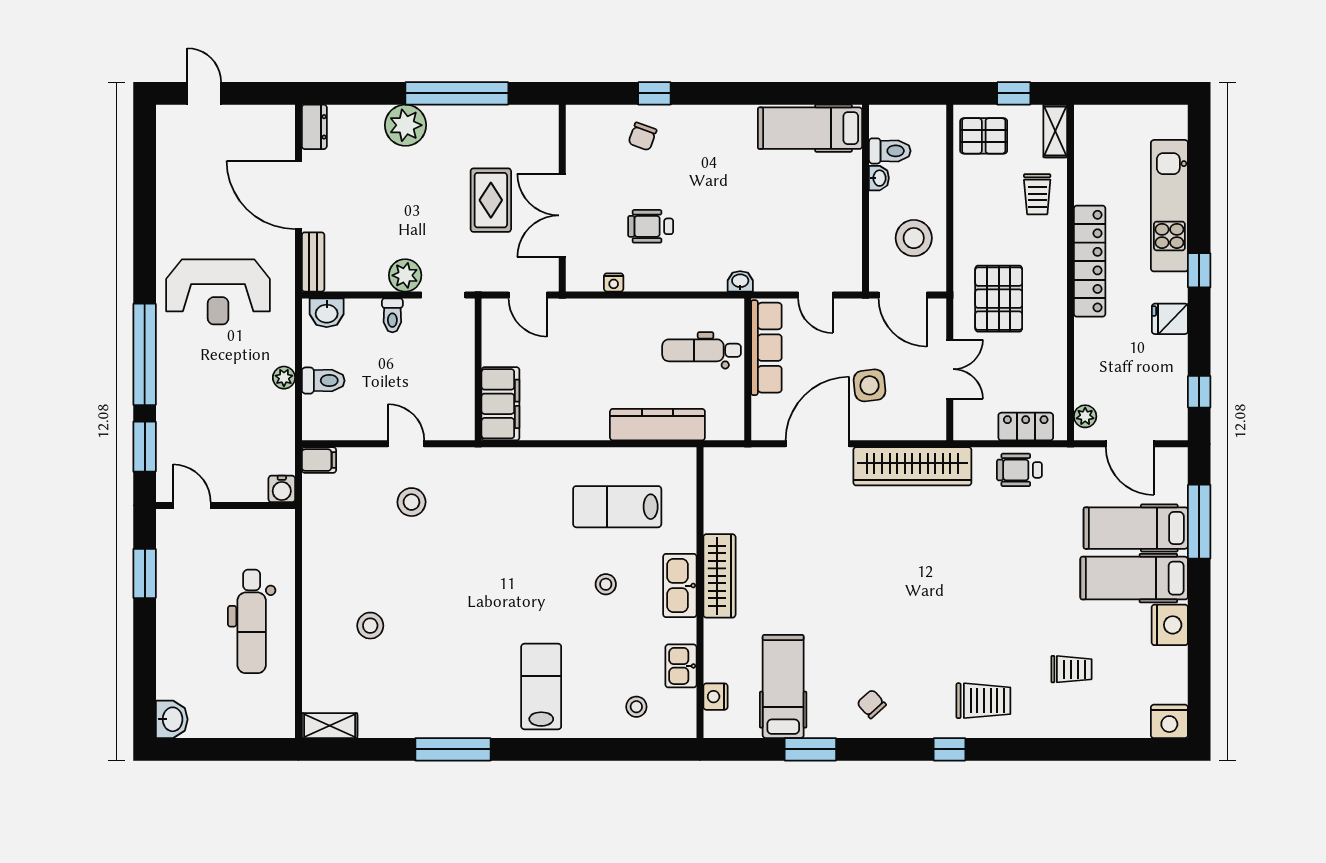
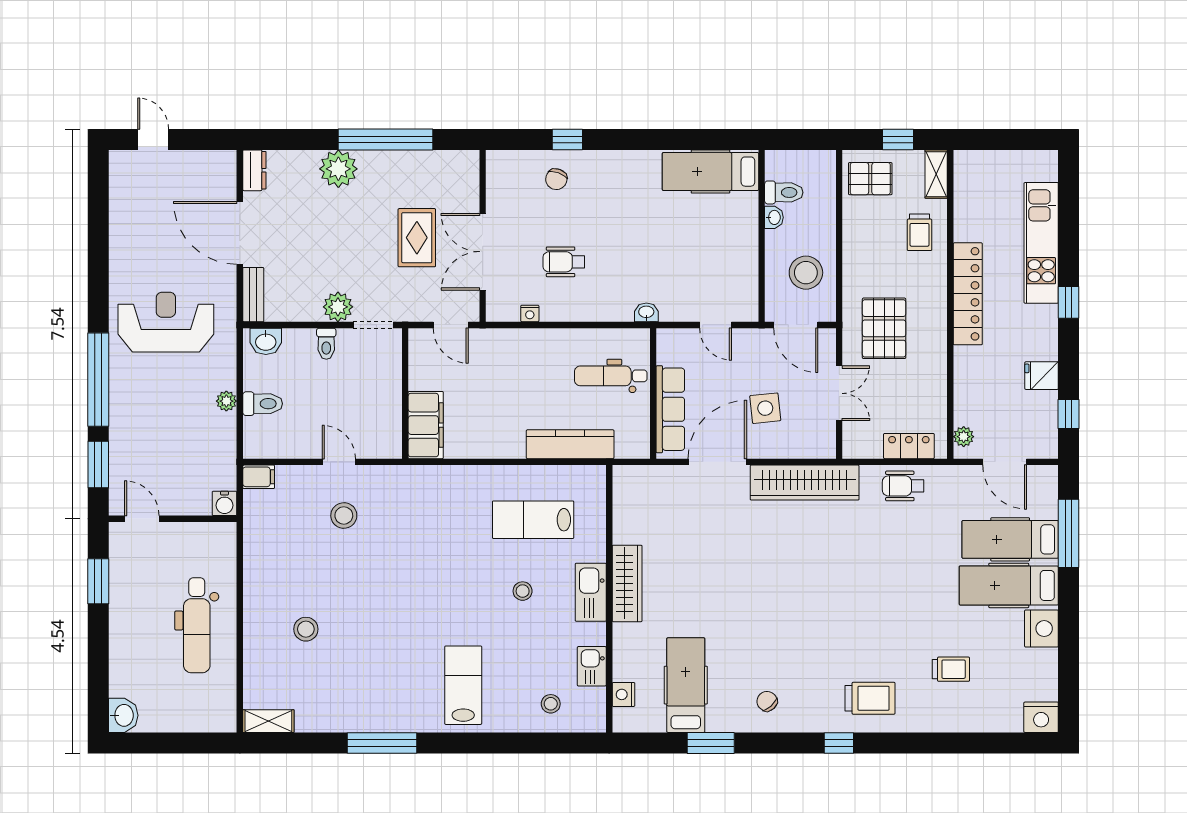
reception desk: (218, 292) -> (166, 322), turned 180
fridge: (1170, 319) -> (1042, 376), moved
row of seats: (766, 348) -> (670, 409), moved

